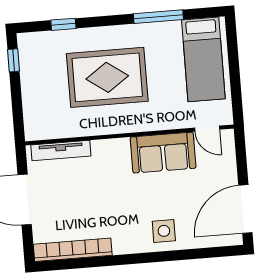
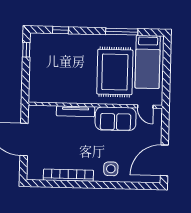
rug: (107, 77) -> (115, 72), moved, turned 90
tv unit: (61, 151) -> (76, 111), moved
bookcase: (73, 250) -> (68, 175), moved

